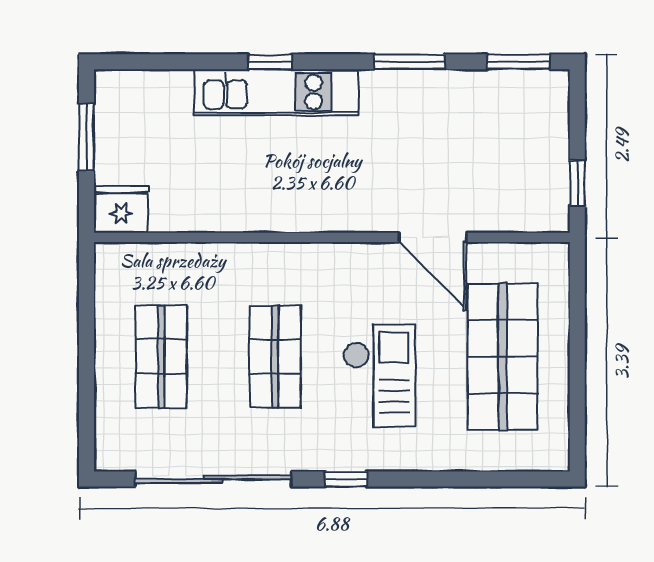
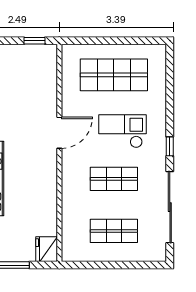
door: (433, 237) -> (59, 133), moved

